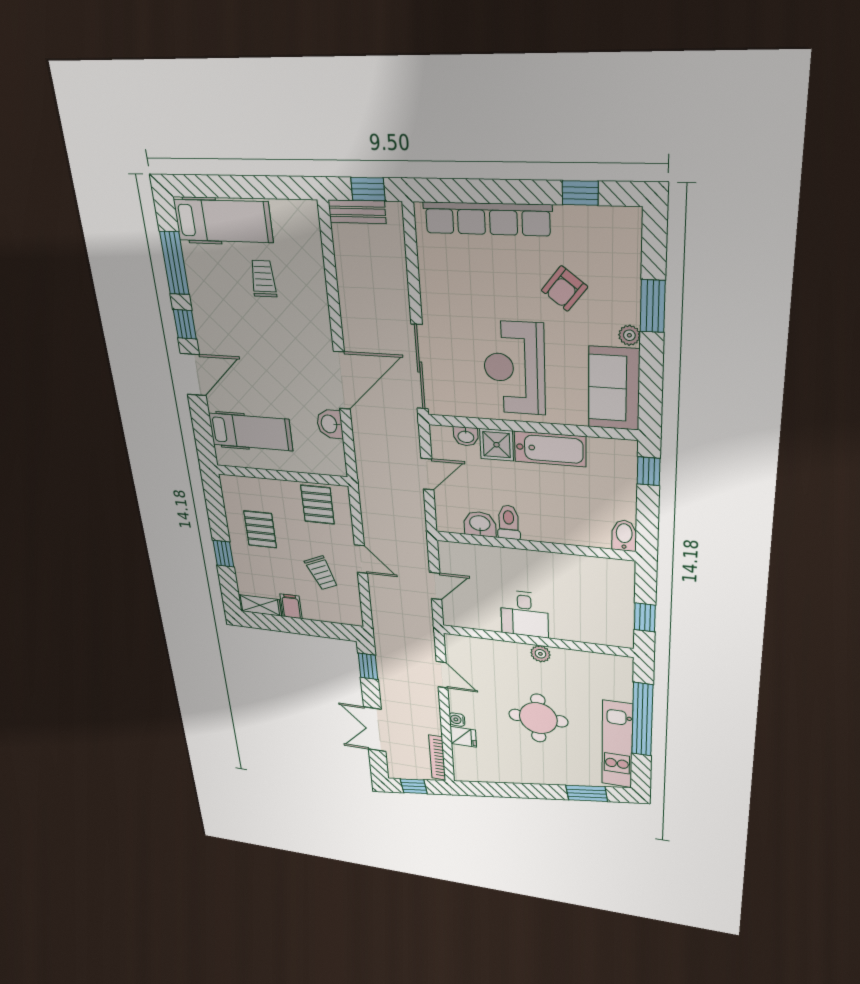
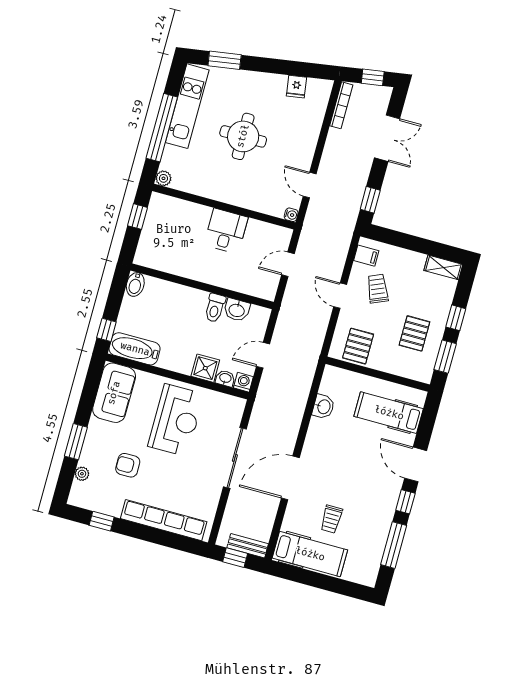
hospital bed: (223, 221) -> (310, 554), moved, turned 180
armchair: (564, 289) -> (128, 465), turned -128
plant: (629, 335) -> (82, 474), moved
sliding door: (420, 367) -> (235, 458), moved
door: (193, 375) -> (416, 464), hinge flipped
door: (342, 380) -> (290, 478), moved
washing machine: (441, 436) -> (243, 382), added
bathtub: (550, 449) -> (135, 349), moved
window: (216, 509) -> (445, 357), added
filing cabinet: (291, 606) -> (366, 256), moved, turned -90
plant: (540, 654) -> (163, 178), moved
water cooler: (457, 720) -> (291, 215), moved
fridge: (463, 737) -> (296, 87), moved, turned -99

